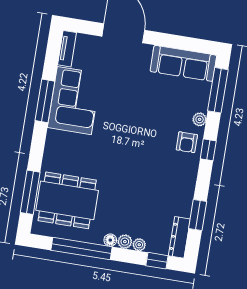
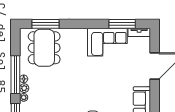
window: (45, 101) -> (122, 24), moved
window: (82, 249) -> (15, 75), moved

